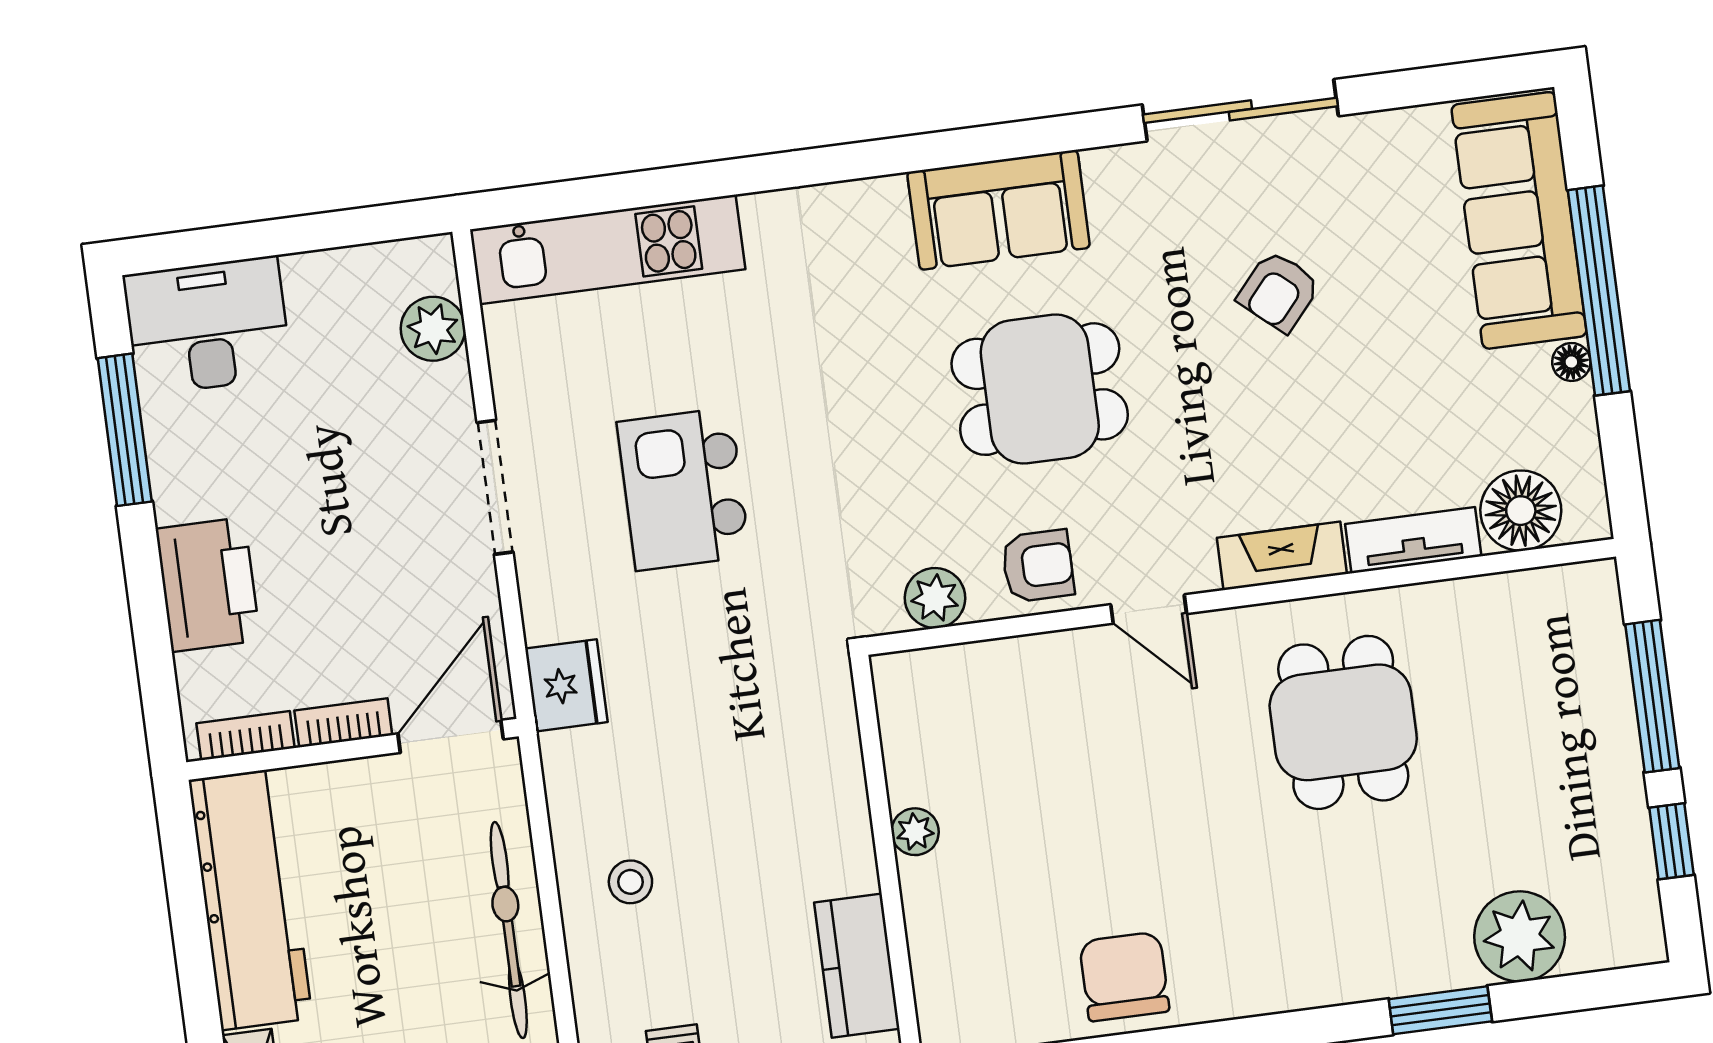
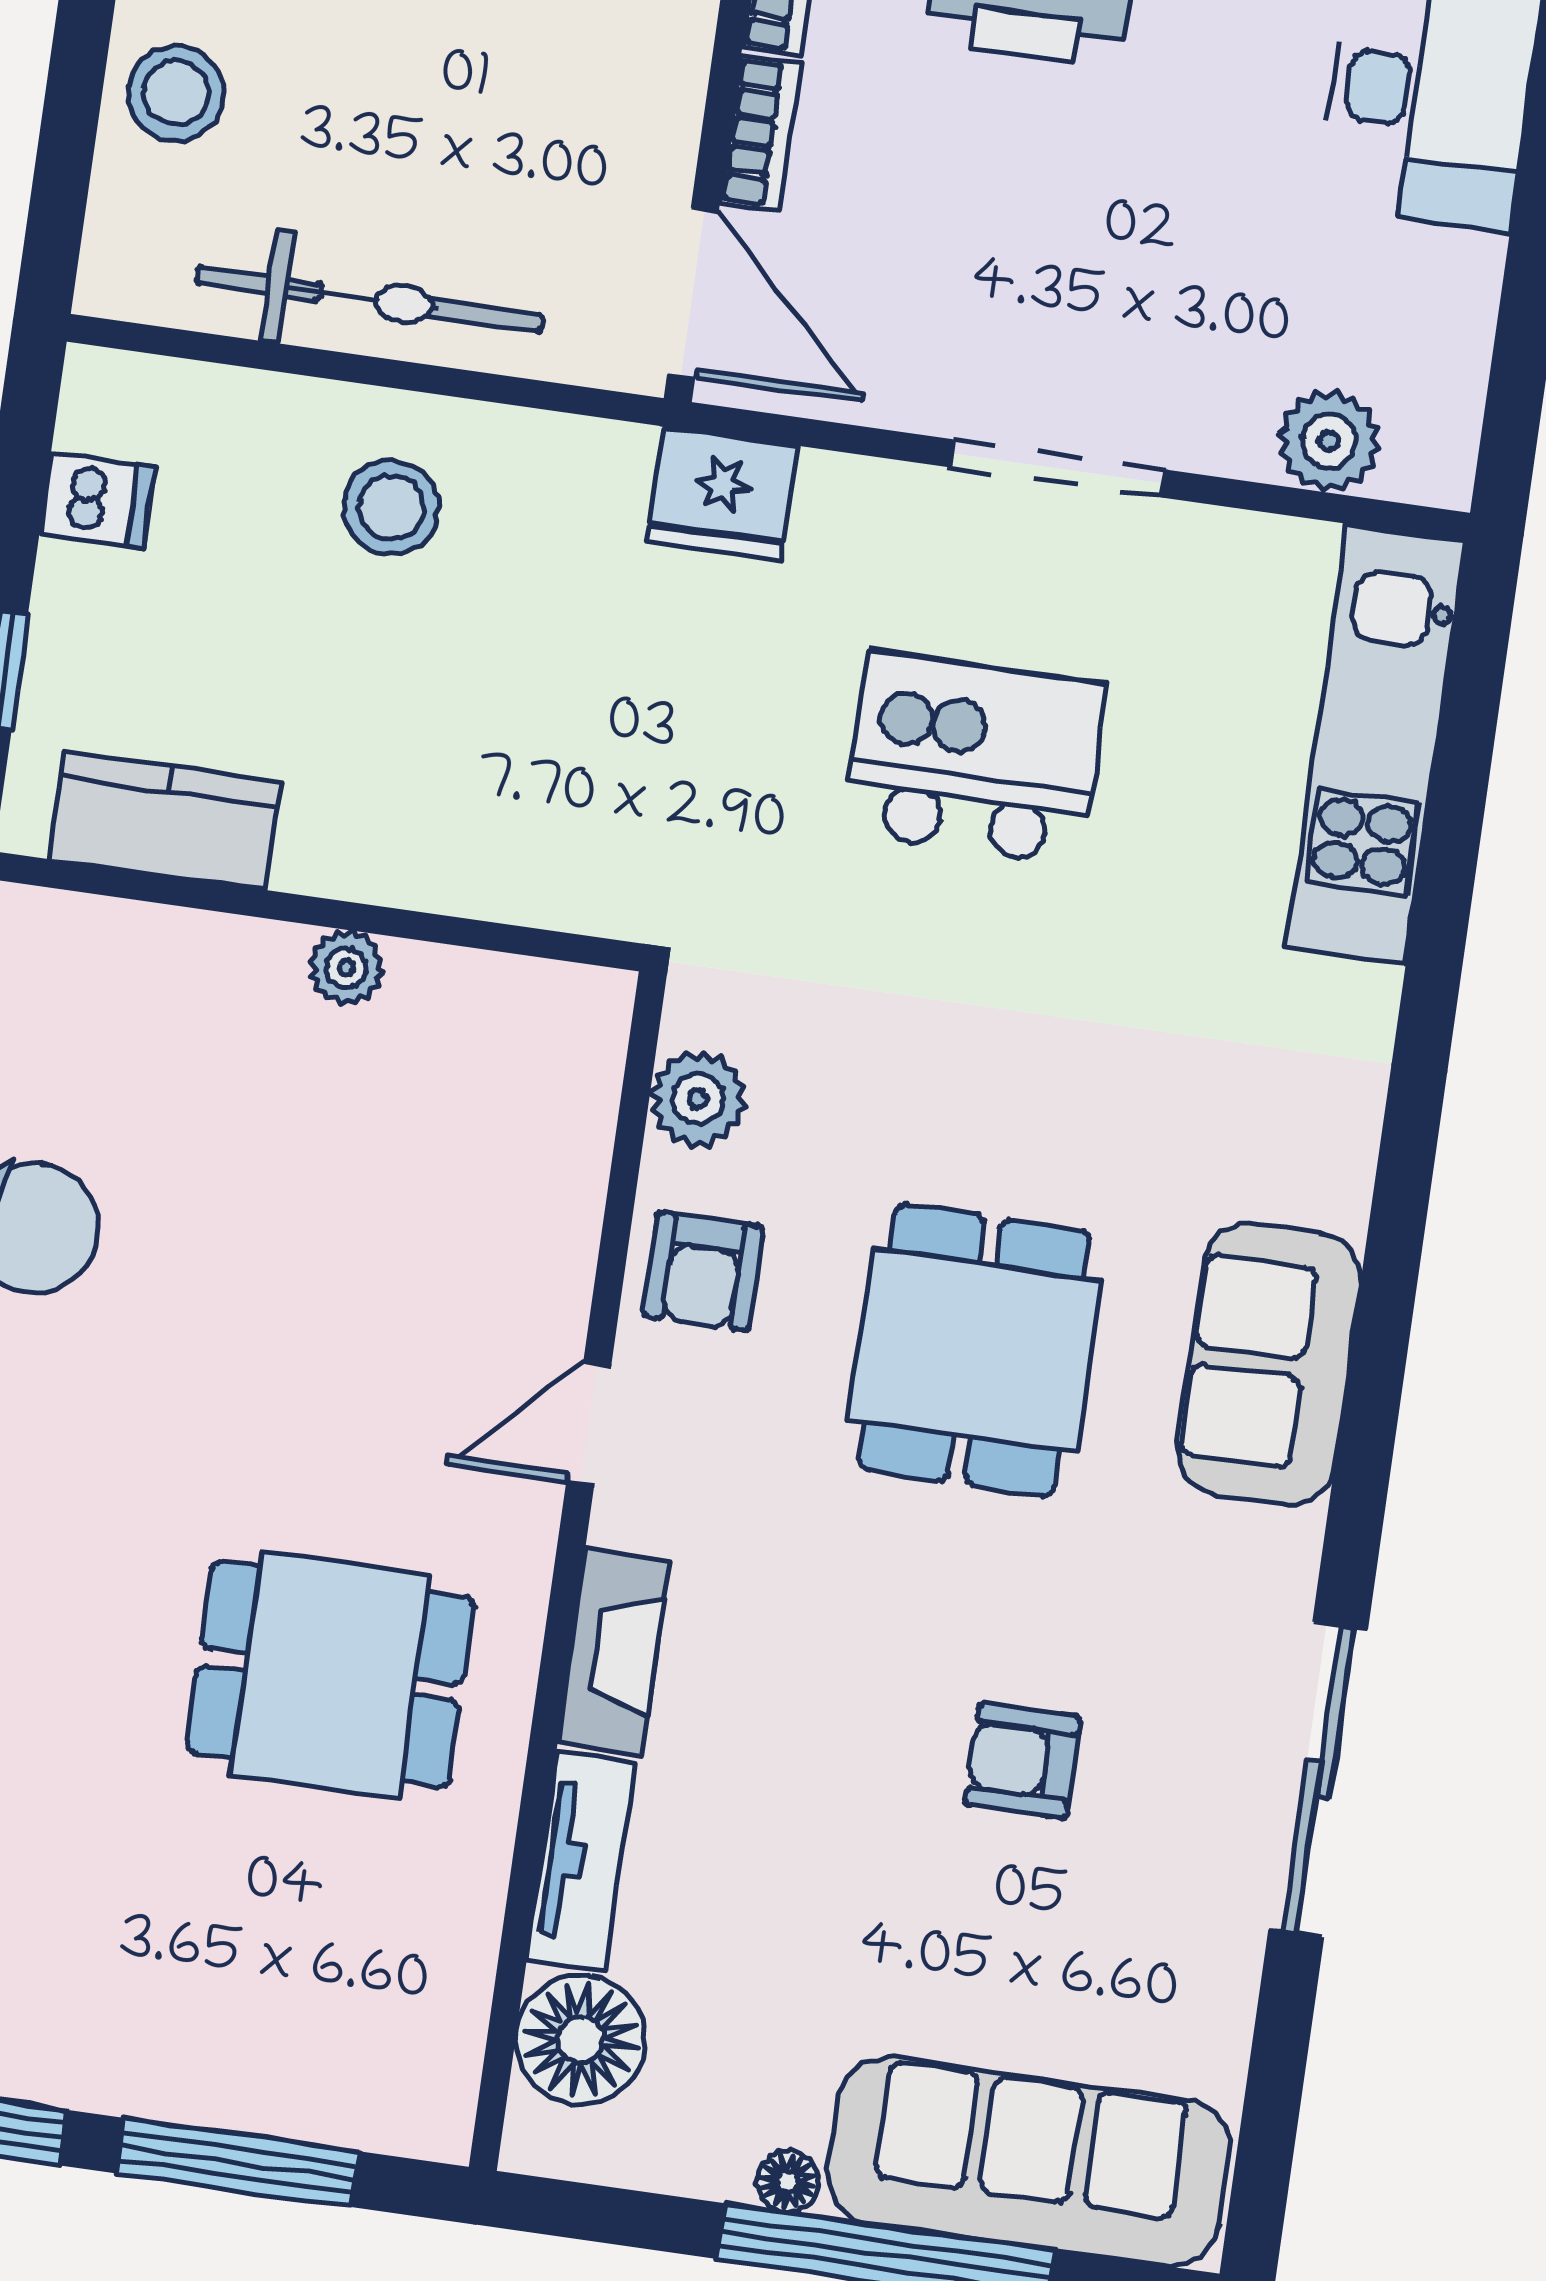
armchair: (1279, 291) -> (1023, 1761), turned -41
stool: (630, 882) -> (391, 507), width x1.37, depth x1.37

